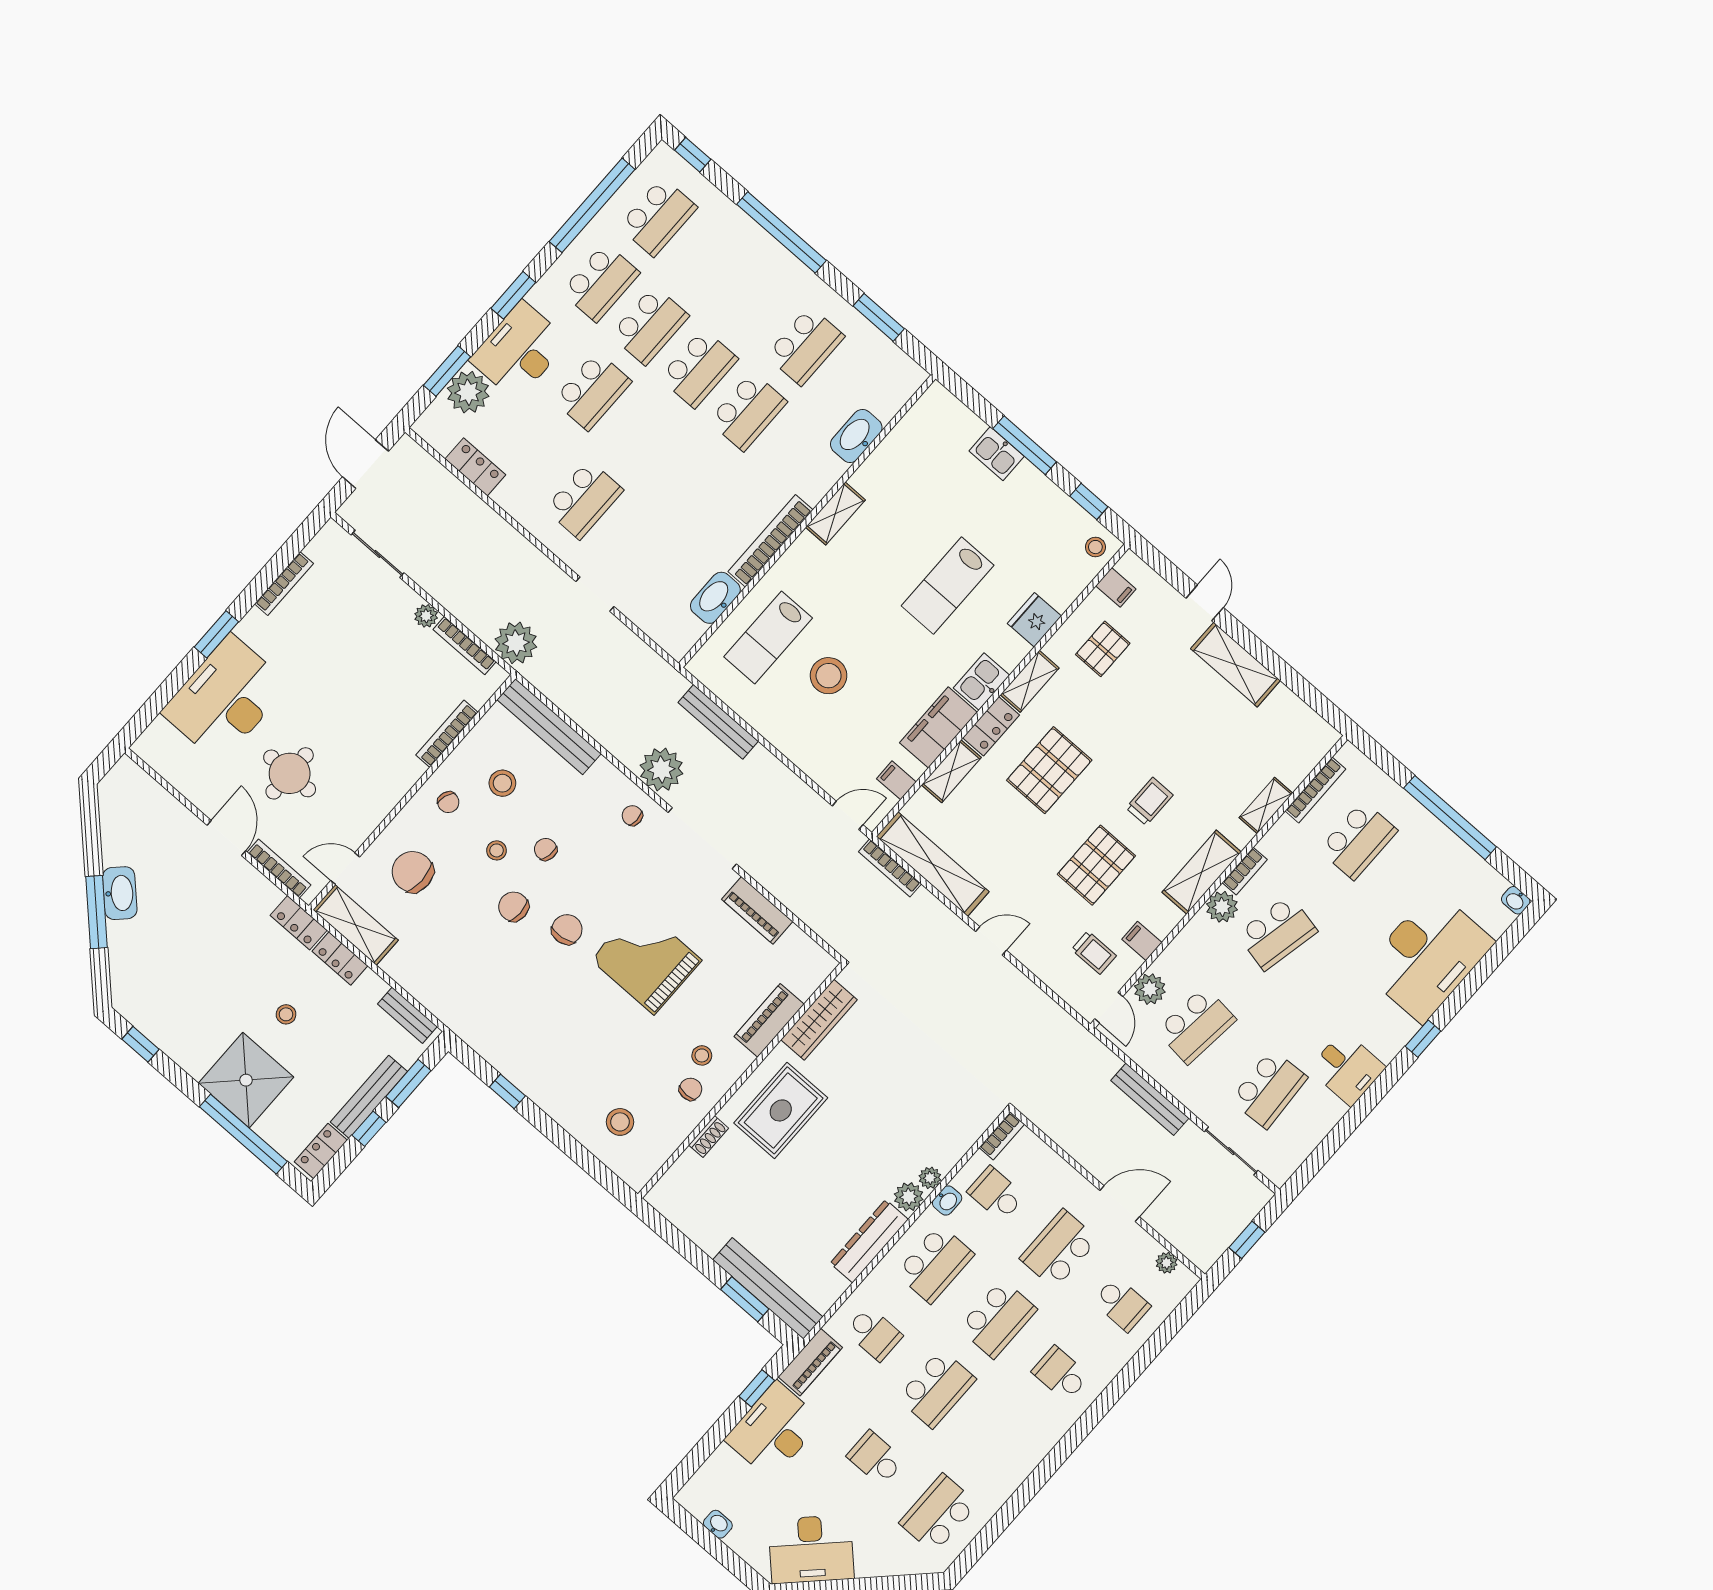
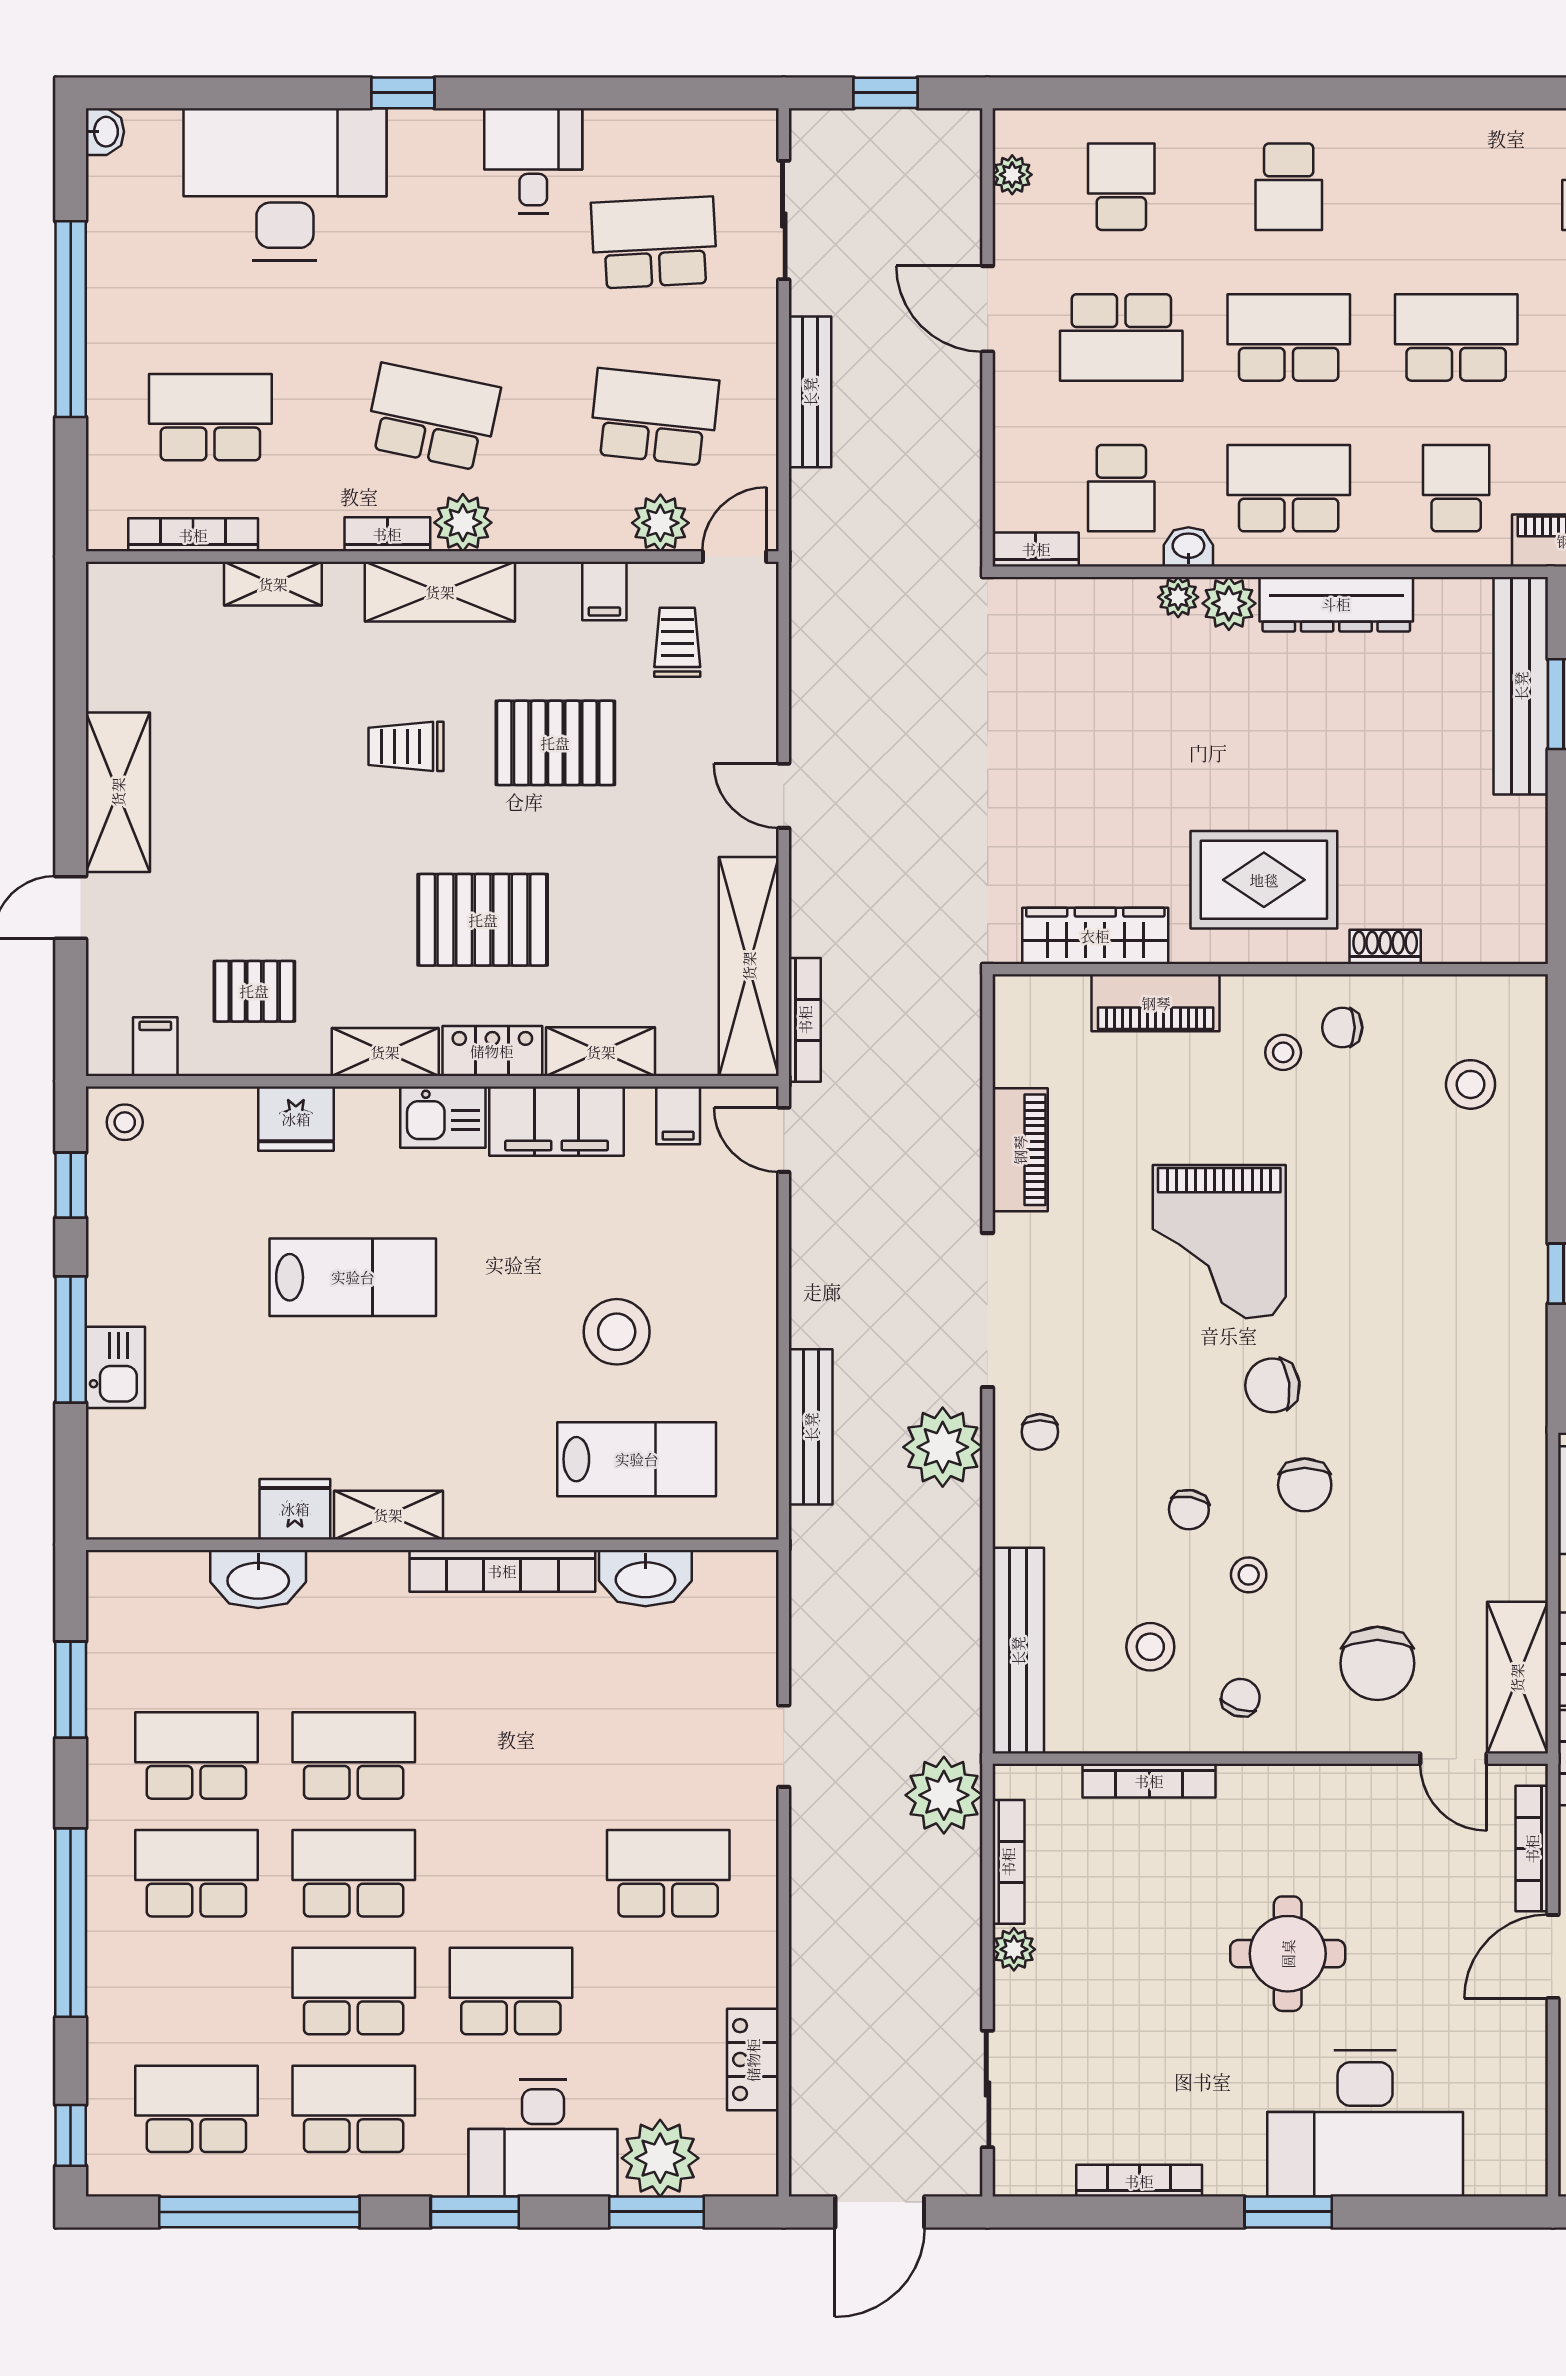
school desk: (756, 303) -> (196, 1873), added
fridge: (872, 477) -> (295, 1509), added
round table: (290, 773) -> (1288, 1954), moved

